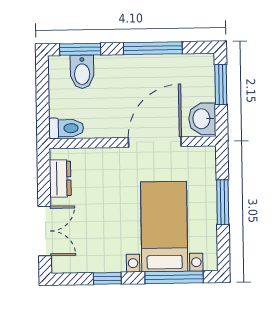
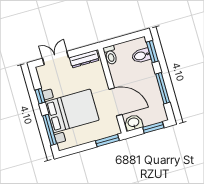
dresser: (60, 178) -> (84, 59), width x1.44
window: (223, 202) -> (107, 141), moved
bed with nightstands: (164, 227) -> (72, 111), width x1.36
double door: (45, 231) -> (56, 58), swing flipped

